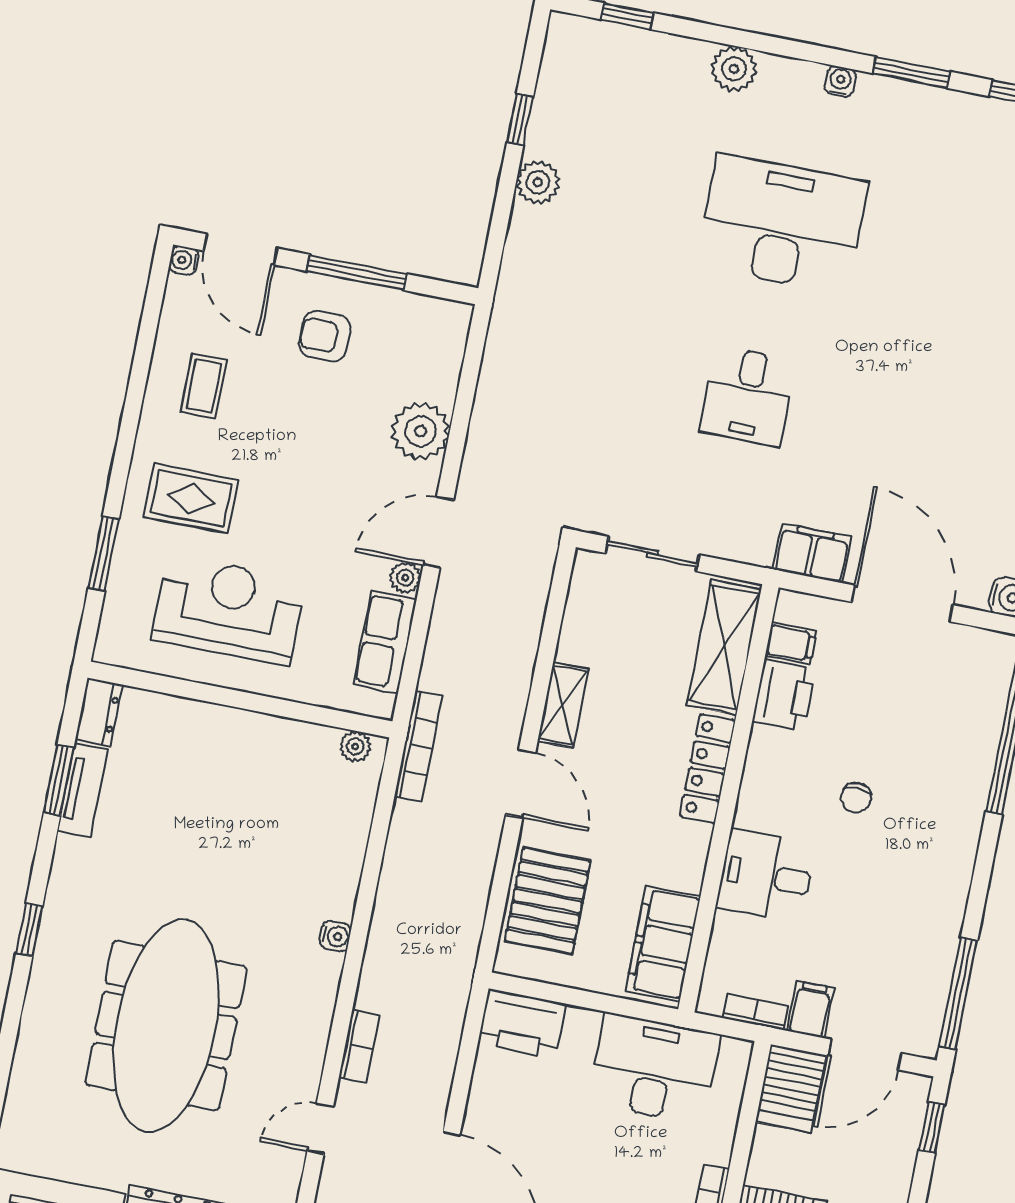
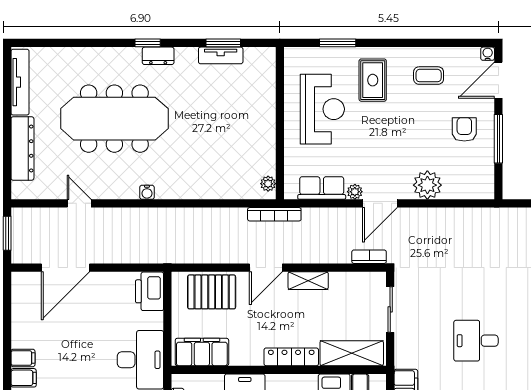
door: (438, 532) -> (380, 203), swing flipped
dresser: (99, 712) -> (158, 56), moved
water cooler: (335, 936) -> (147, 192), moved
bookcase: (359, 1046) -> (369, 257), moved, turned 180

